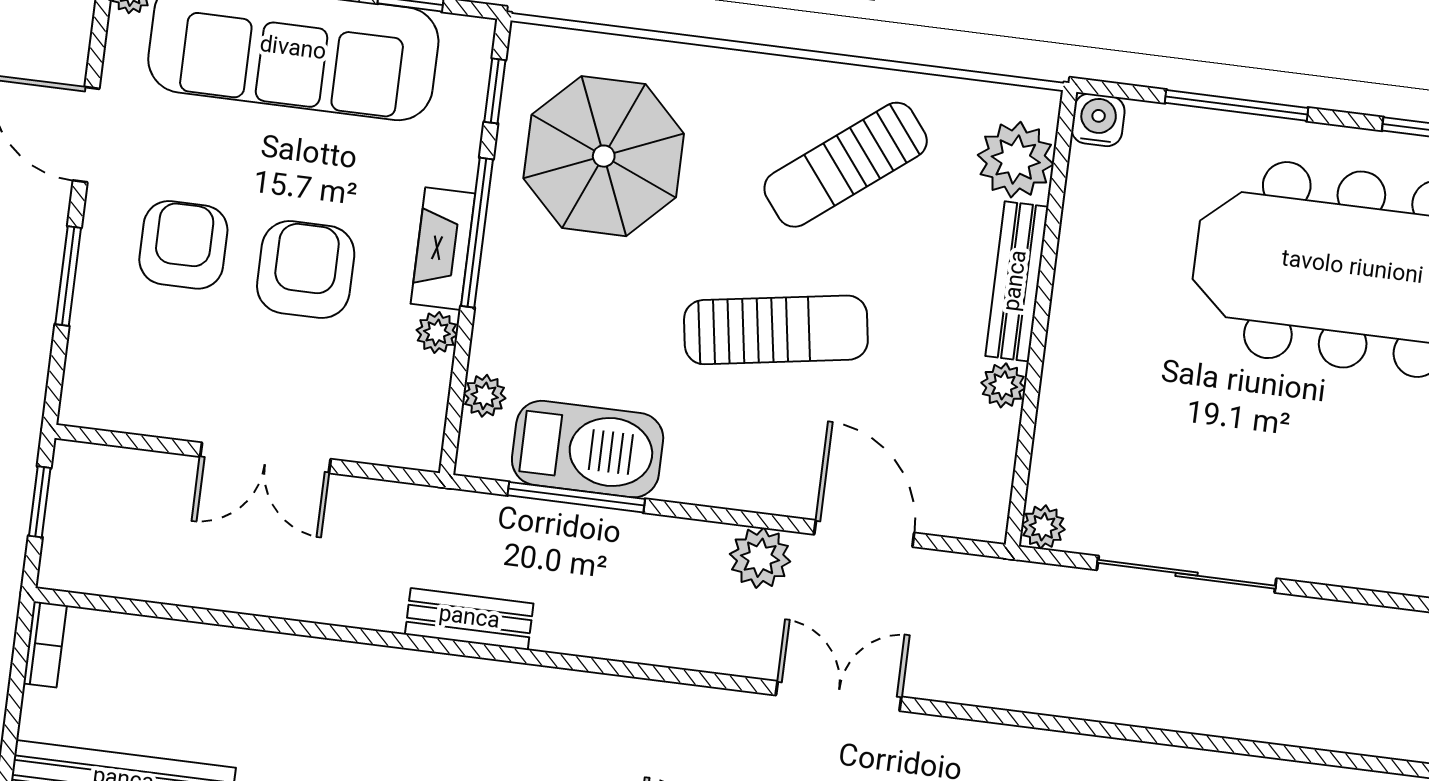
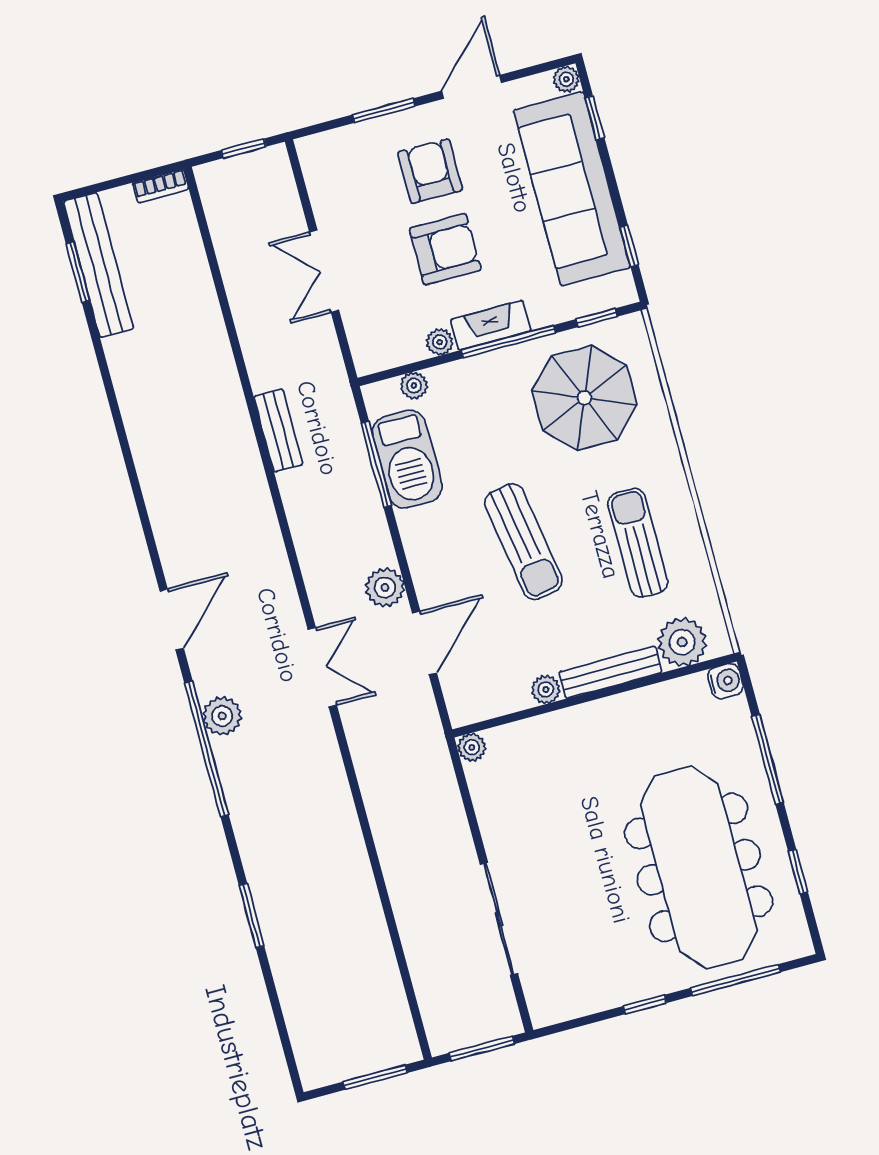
sun lounger: (846, 165) -> (638, 543), turned 38
armchair: (183, 245) -> (430, 171), turned -90
sliding door: (1187, 574) -> (499, 919), moved

